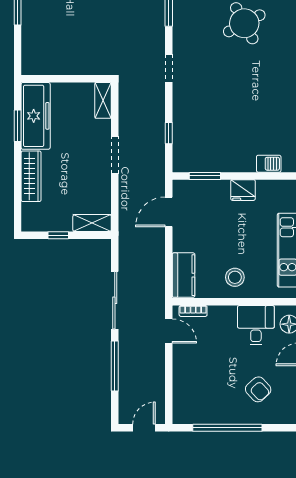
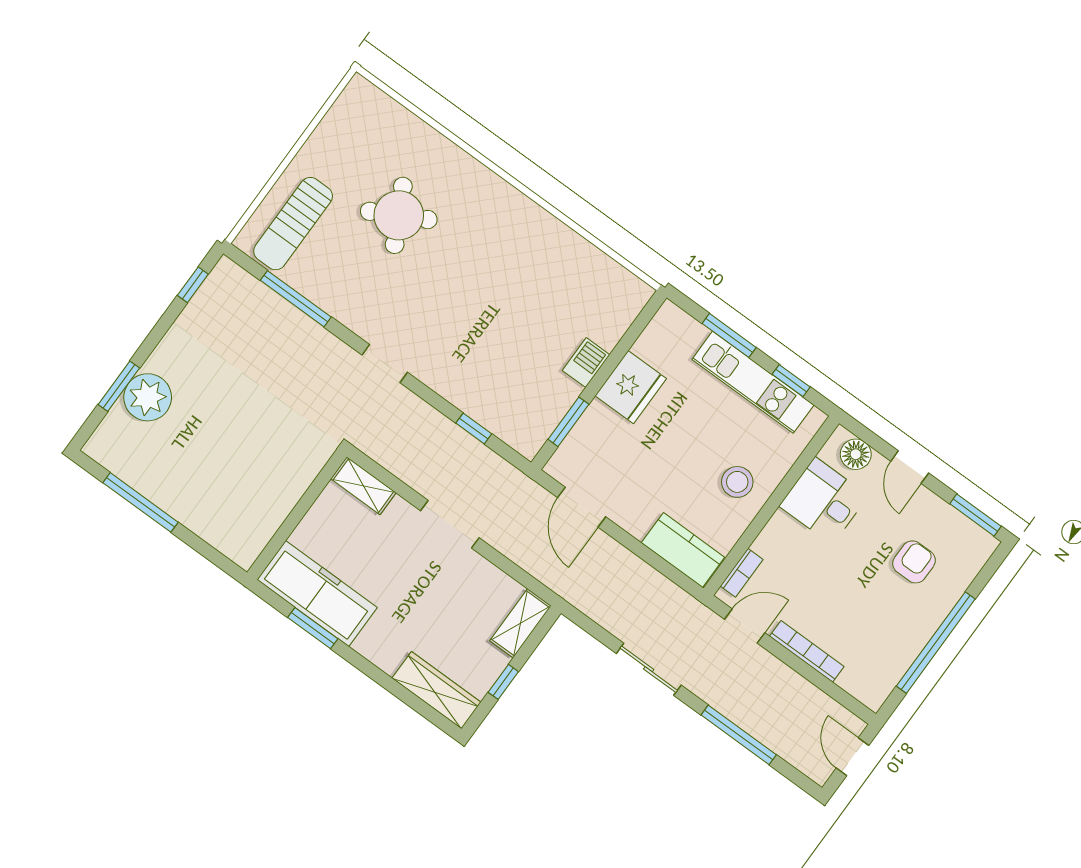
barbecue: (269, 164) -> (586, 363), moved
wardrobe: (31, 176) -> (436, 690), moved
fridge: (243, 190) -> (631, 387), width x1.36, depth x1.34
sliding door: (115, 300) -> (649, 669), width x0.73
bookcase: (178, 369) -> (807, 651), added
armchair: (258, 389) -> (914, 562), turned -47

